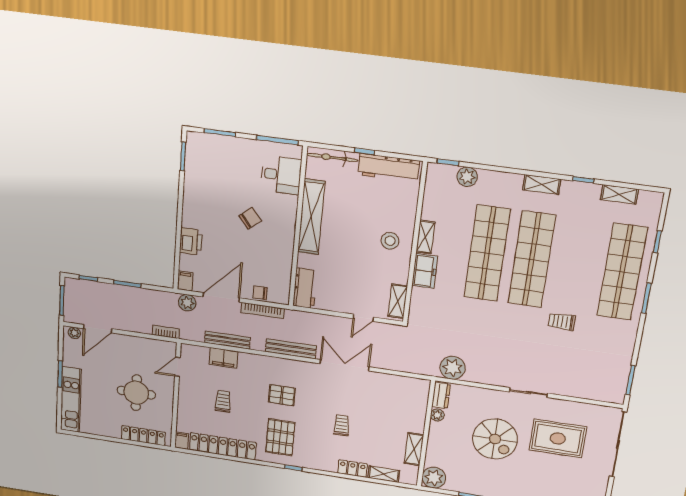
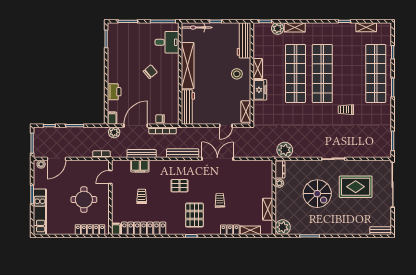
workbench: (389, 168) -> (244, 40), moved, turned 90
shelving: (542, 184) -> (295, 27), moved
workbench: (305, 288) -> (188, 107), width x1.38
pallet: (280, 437) -> (194, 215), moved

